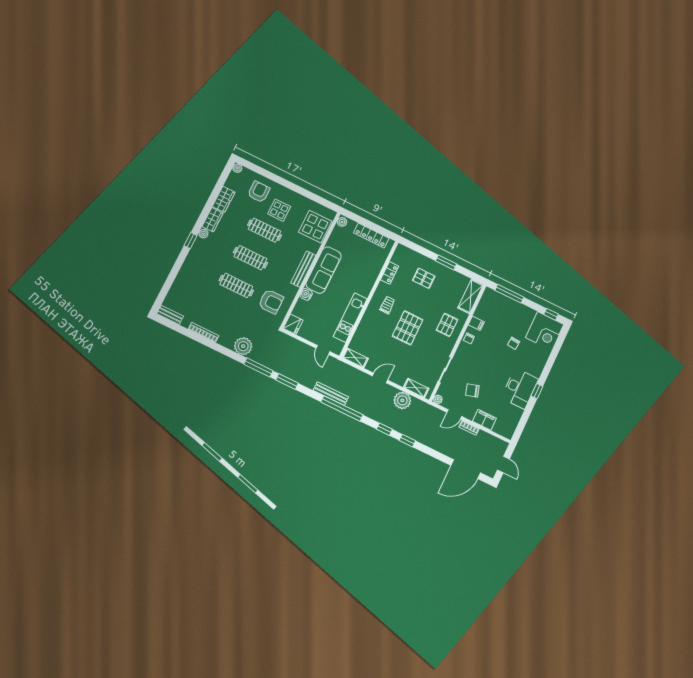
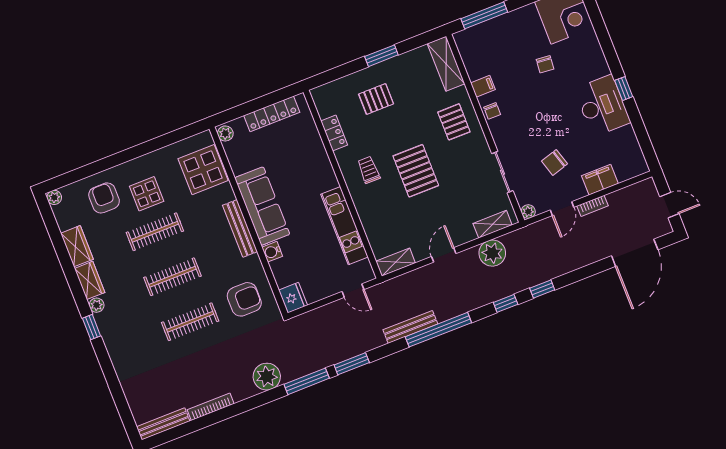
bench: (170, 315) -> (163, 424), width x1.36

